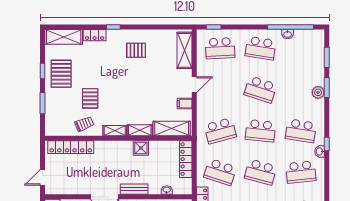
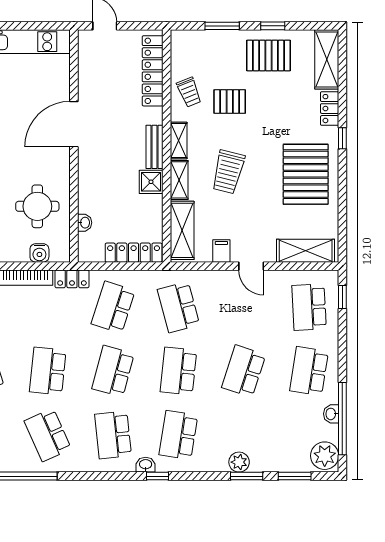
plant: (314, 38) -> (325, 456), added
pallet: (136, 50) -> (306, 174), width x2.05, depth x2.00
trolley: (135, 99) -> (228, 172), added
bench: (134, 189) -> (154, 147), moved

